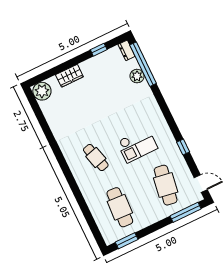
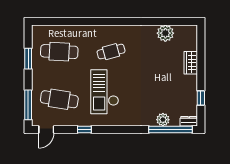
plant: (42, 91) -> (165, 33), moved
checkout: (137, 145) -> (105, 92), width x1.36, depth x1.21
window: (127, 241) -> (28, 59), moved

